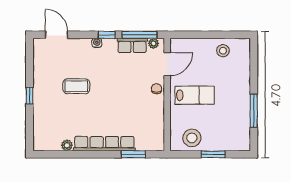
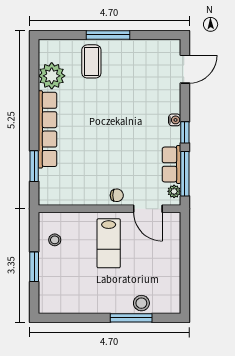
stool: (223, 51) -> (141, 303), moved
coffee table: (76, 86) -> (91, 61), moved
window: (30, 96) -> (108, 35), width x2.17
window: (254, 111) -> (131, 318), moved
stool: (192, 138) -> (55, 240), width x0.53, depth x0.53
plant: (67, 145) -> (52, 76), width x1.88, depth x1.88

